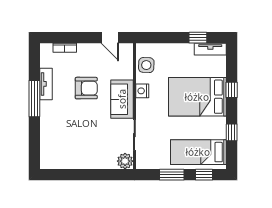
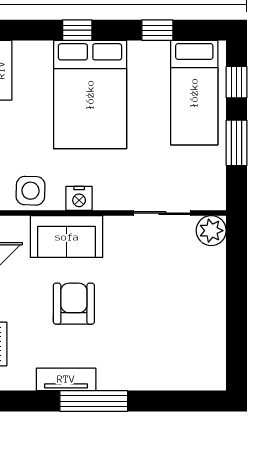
sofa: (122, 99) -> (67, 237), moved

